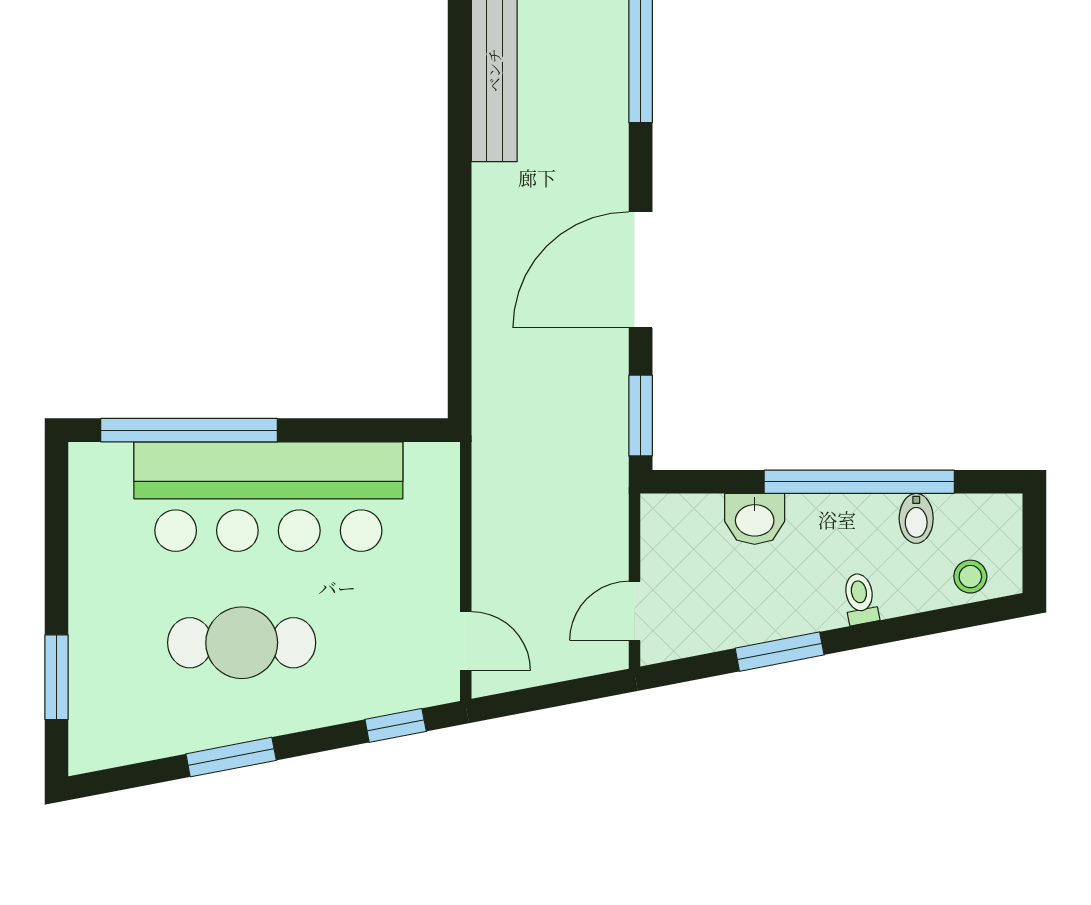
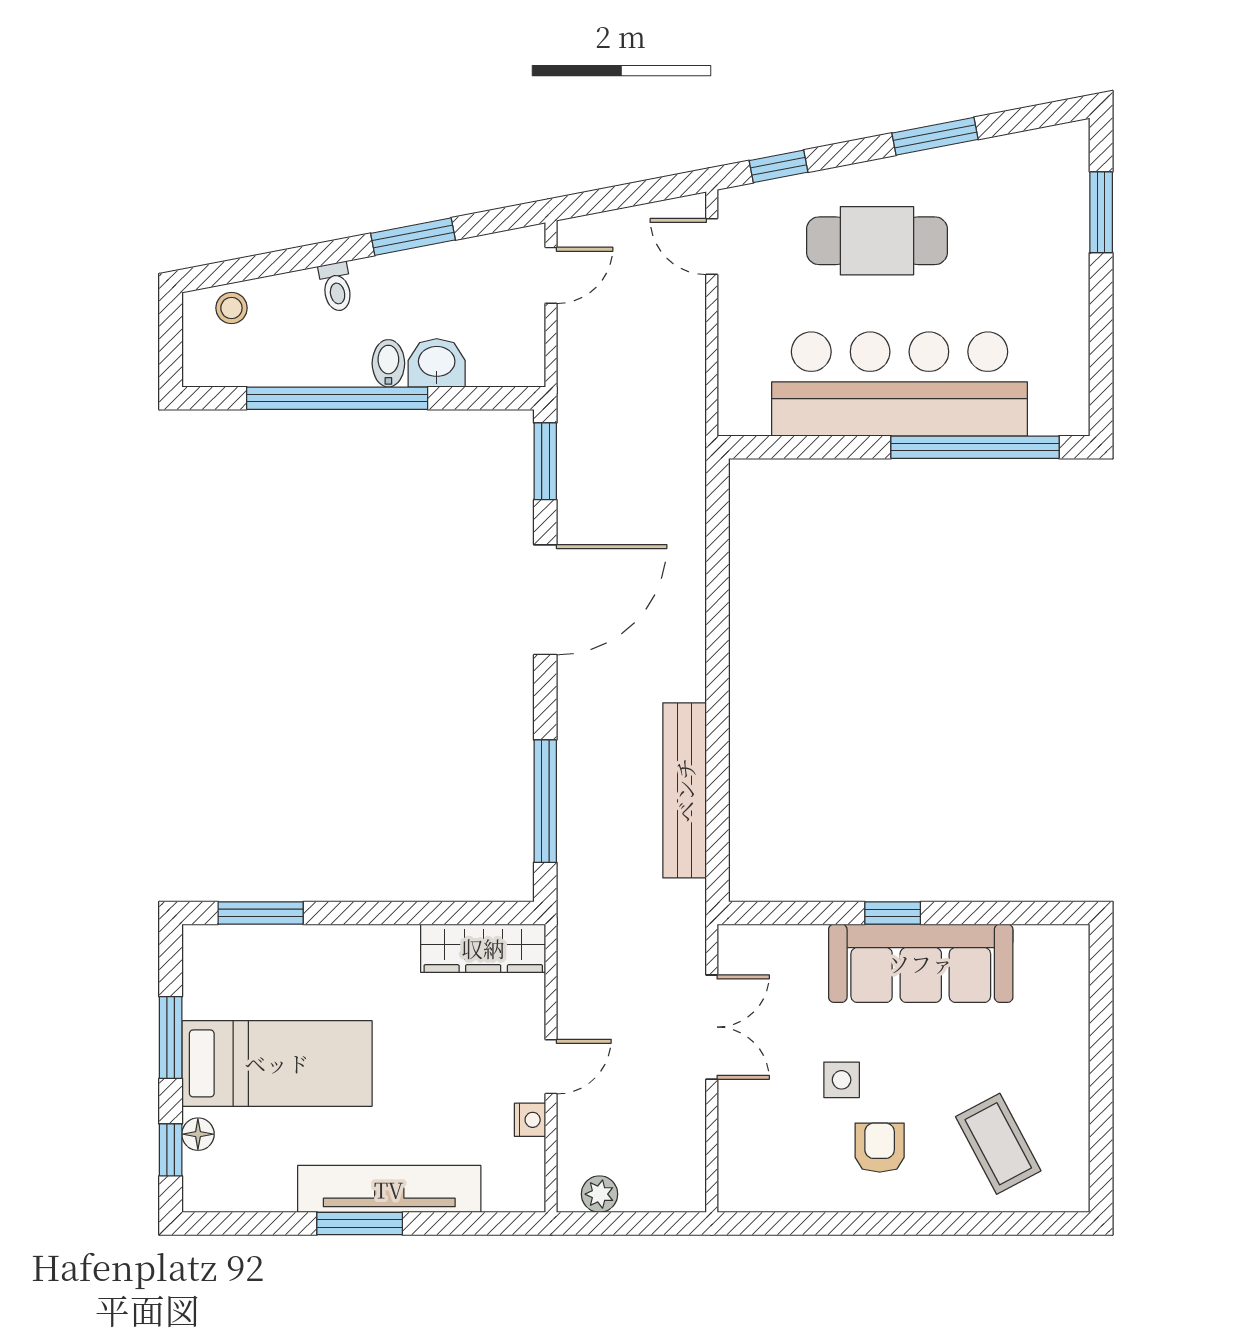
bidet: (916, 518) -> (388, 363), moved
cafe table: (242, 643) -> (877, 241), moved

